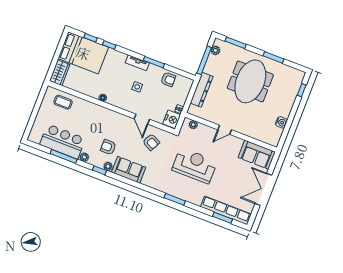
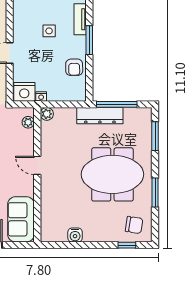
plant: (215, 50) -> (47, 114), moved
chair: (290, 80) -> (134, 225), added
dresser: (202, 90) -> (100, 116), moved

